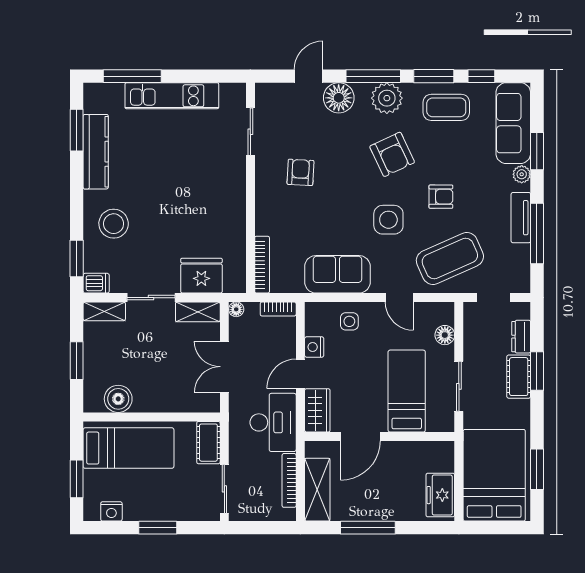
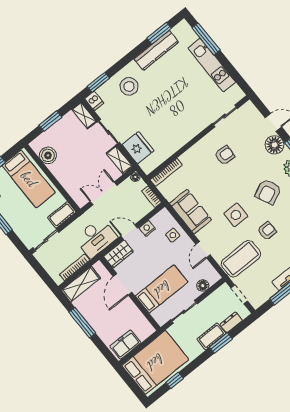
armchair: (441, 197) -> (267, 231), turned -90
coffee table: (450, 258) -> (241, 259), turned -66
door: (360, 436) -> (123, 284), hinge flipped
window: (537, 469) -> (174, 380), width x0.67

